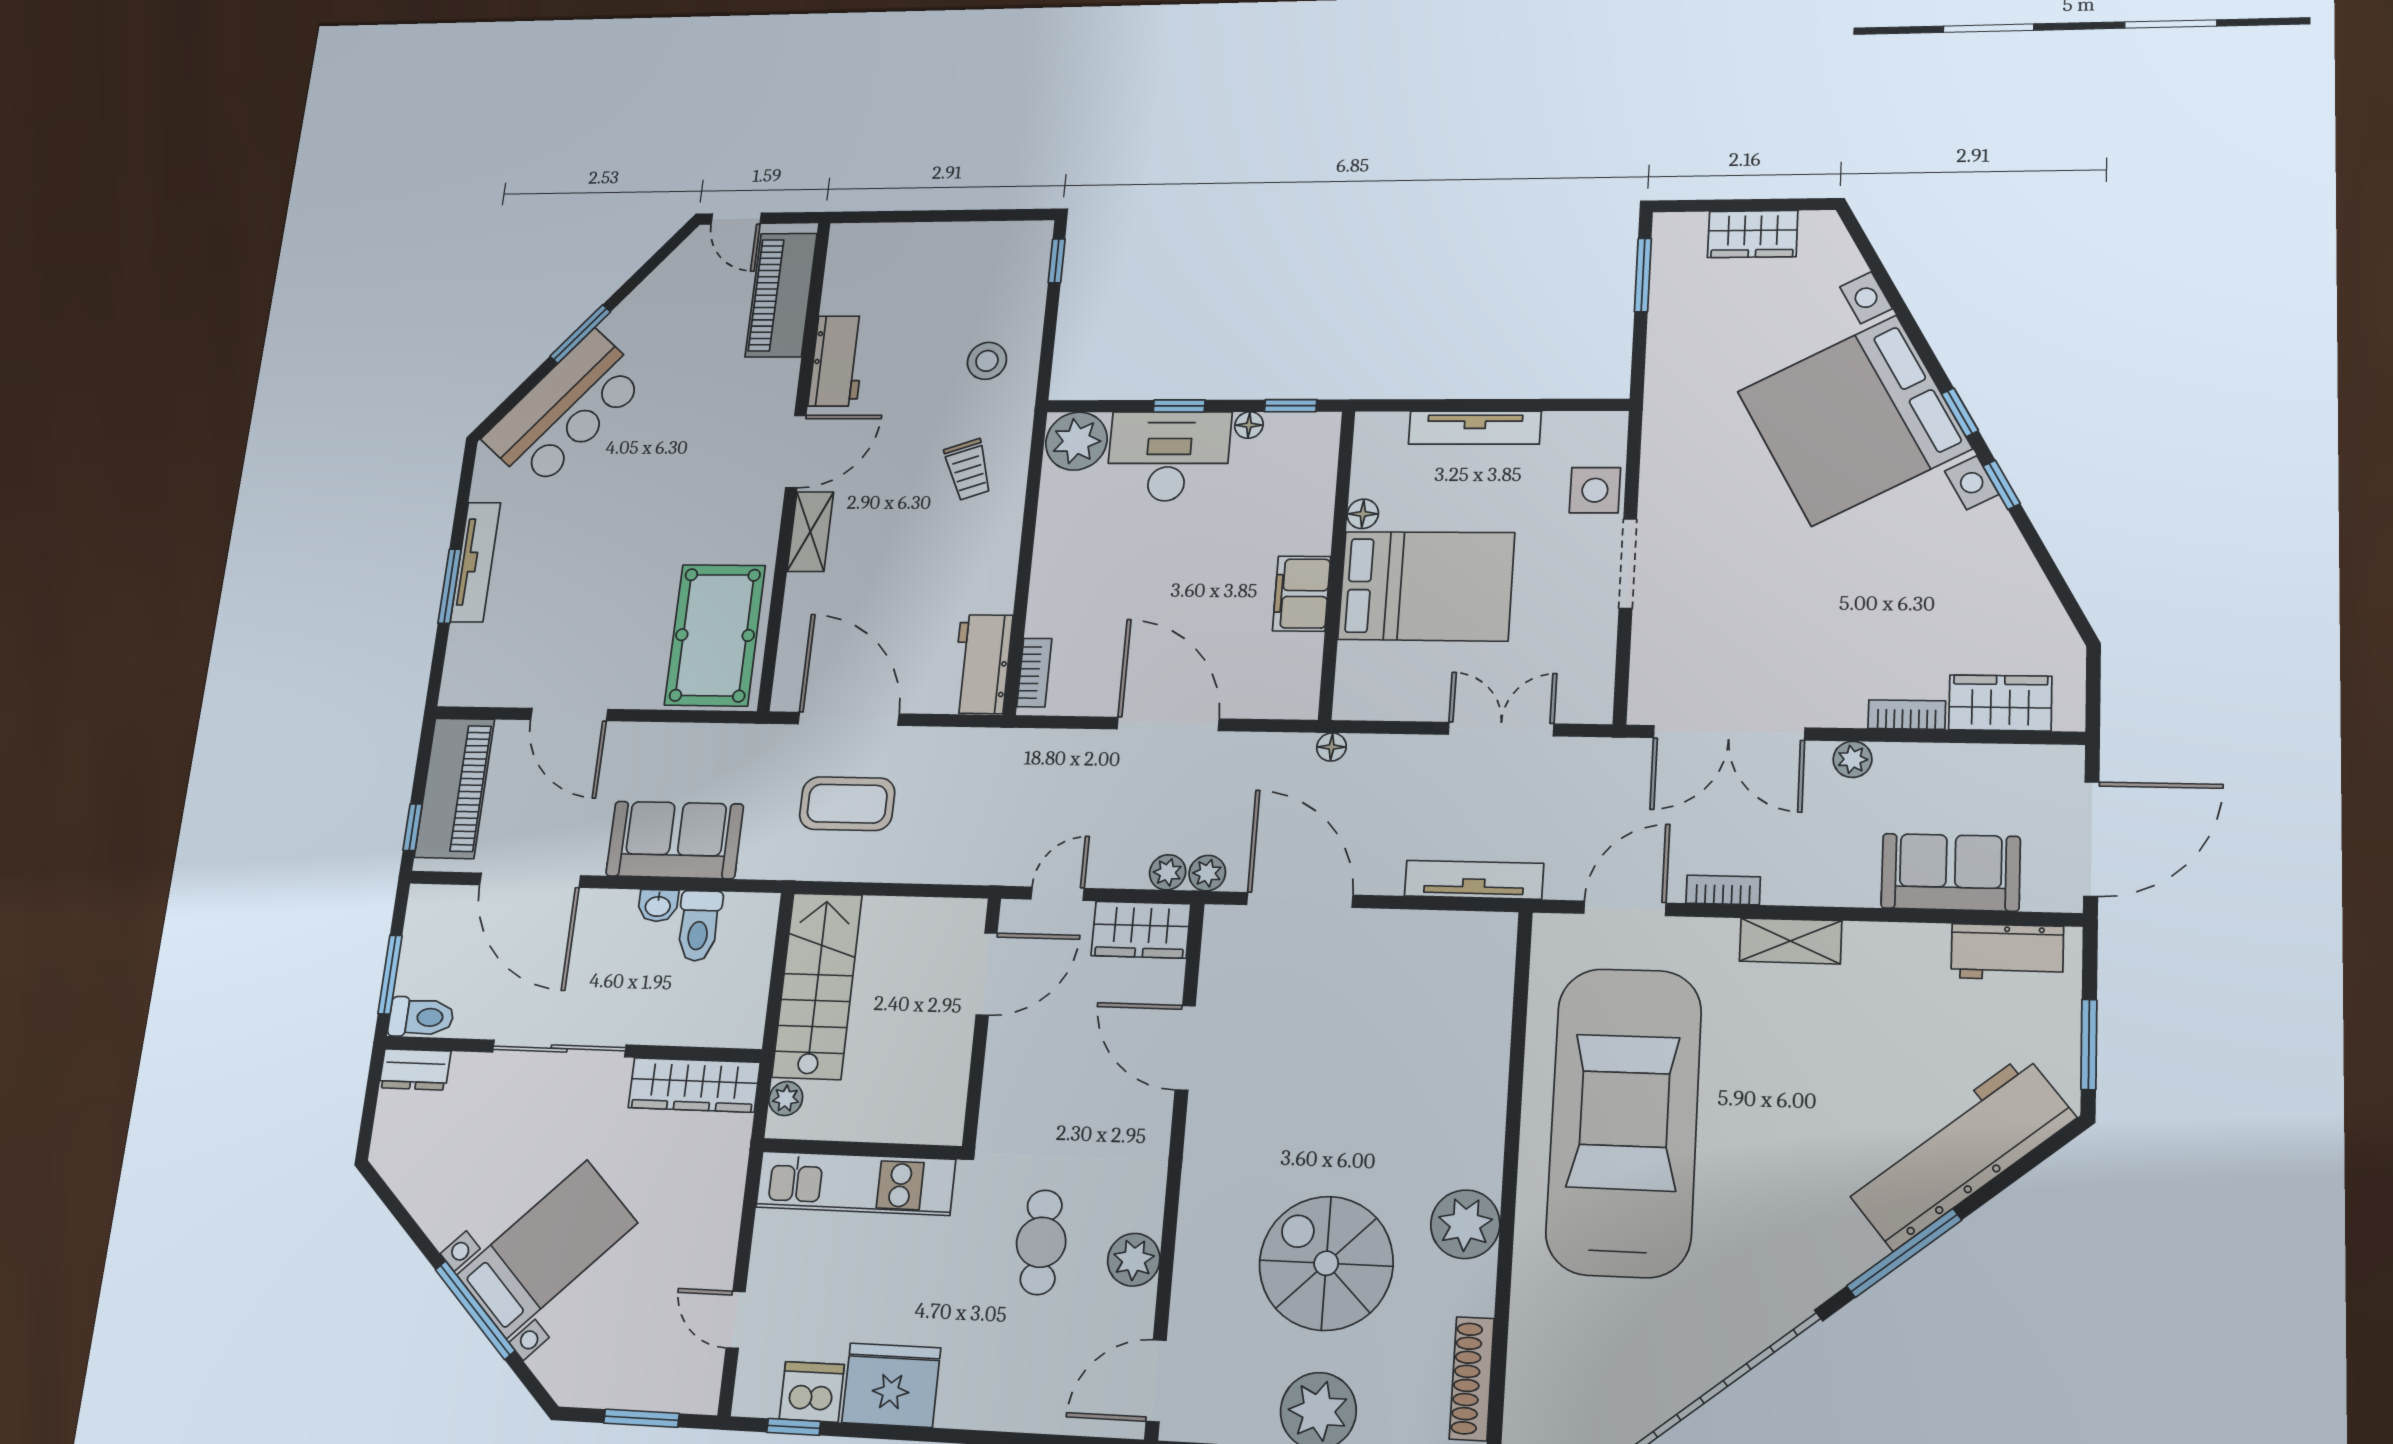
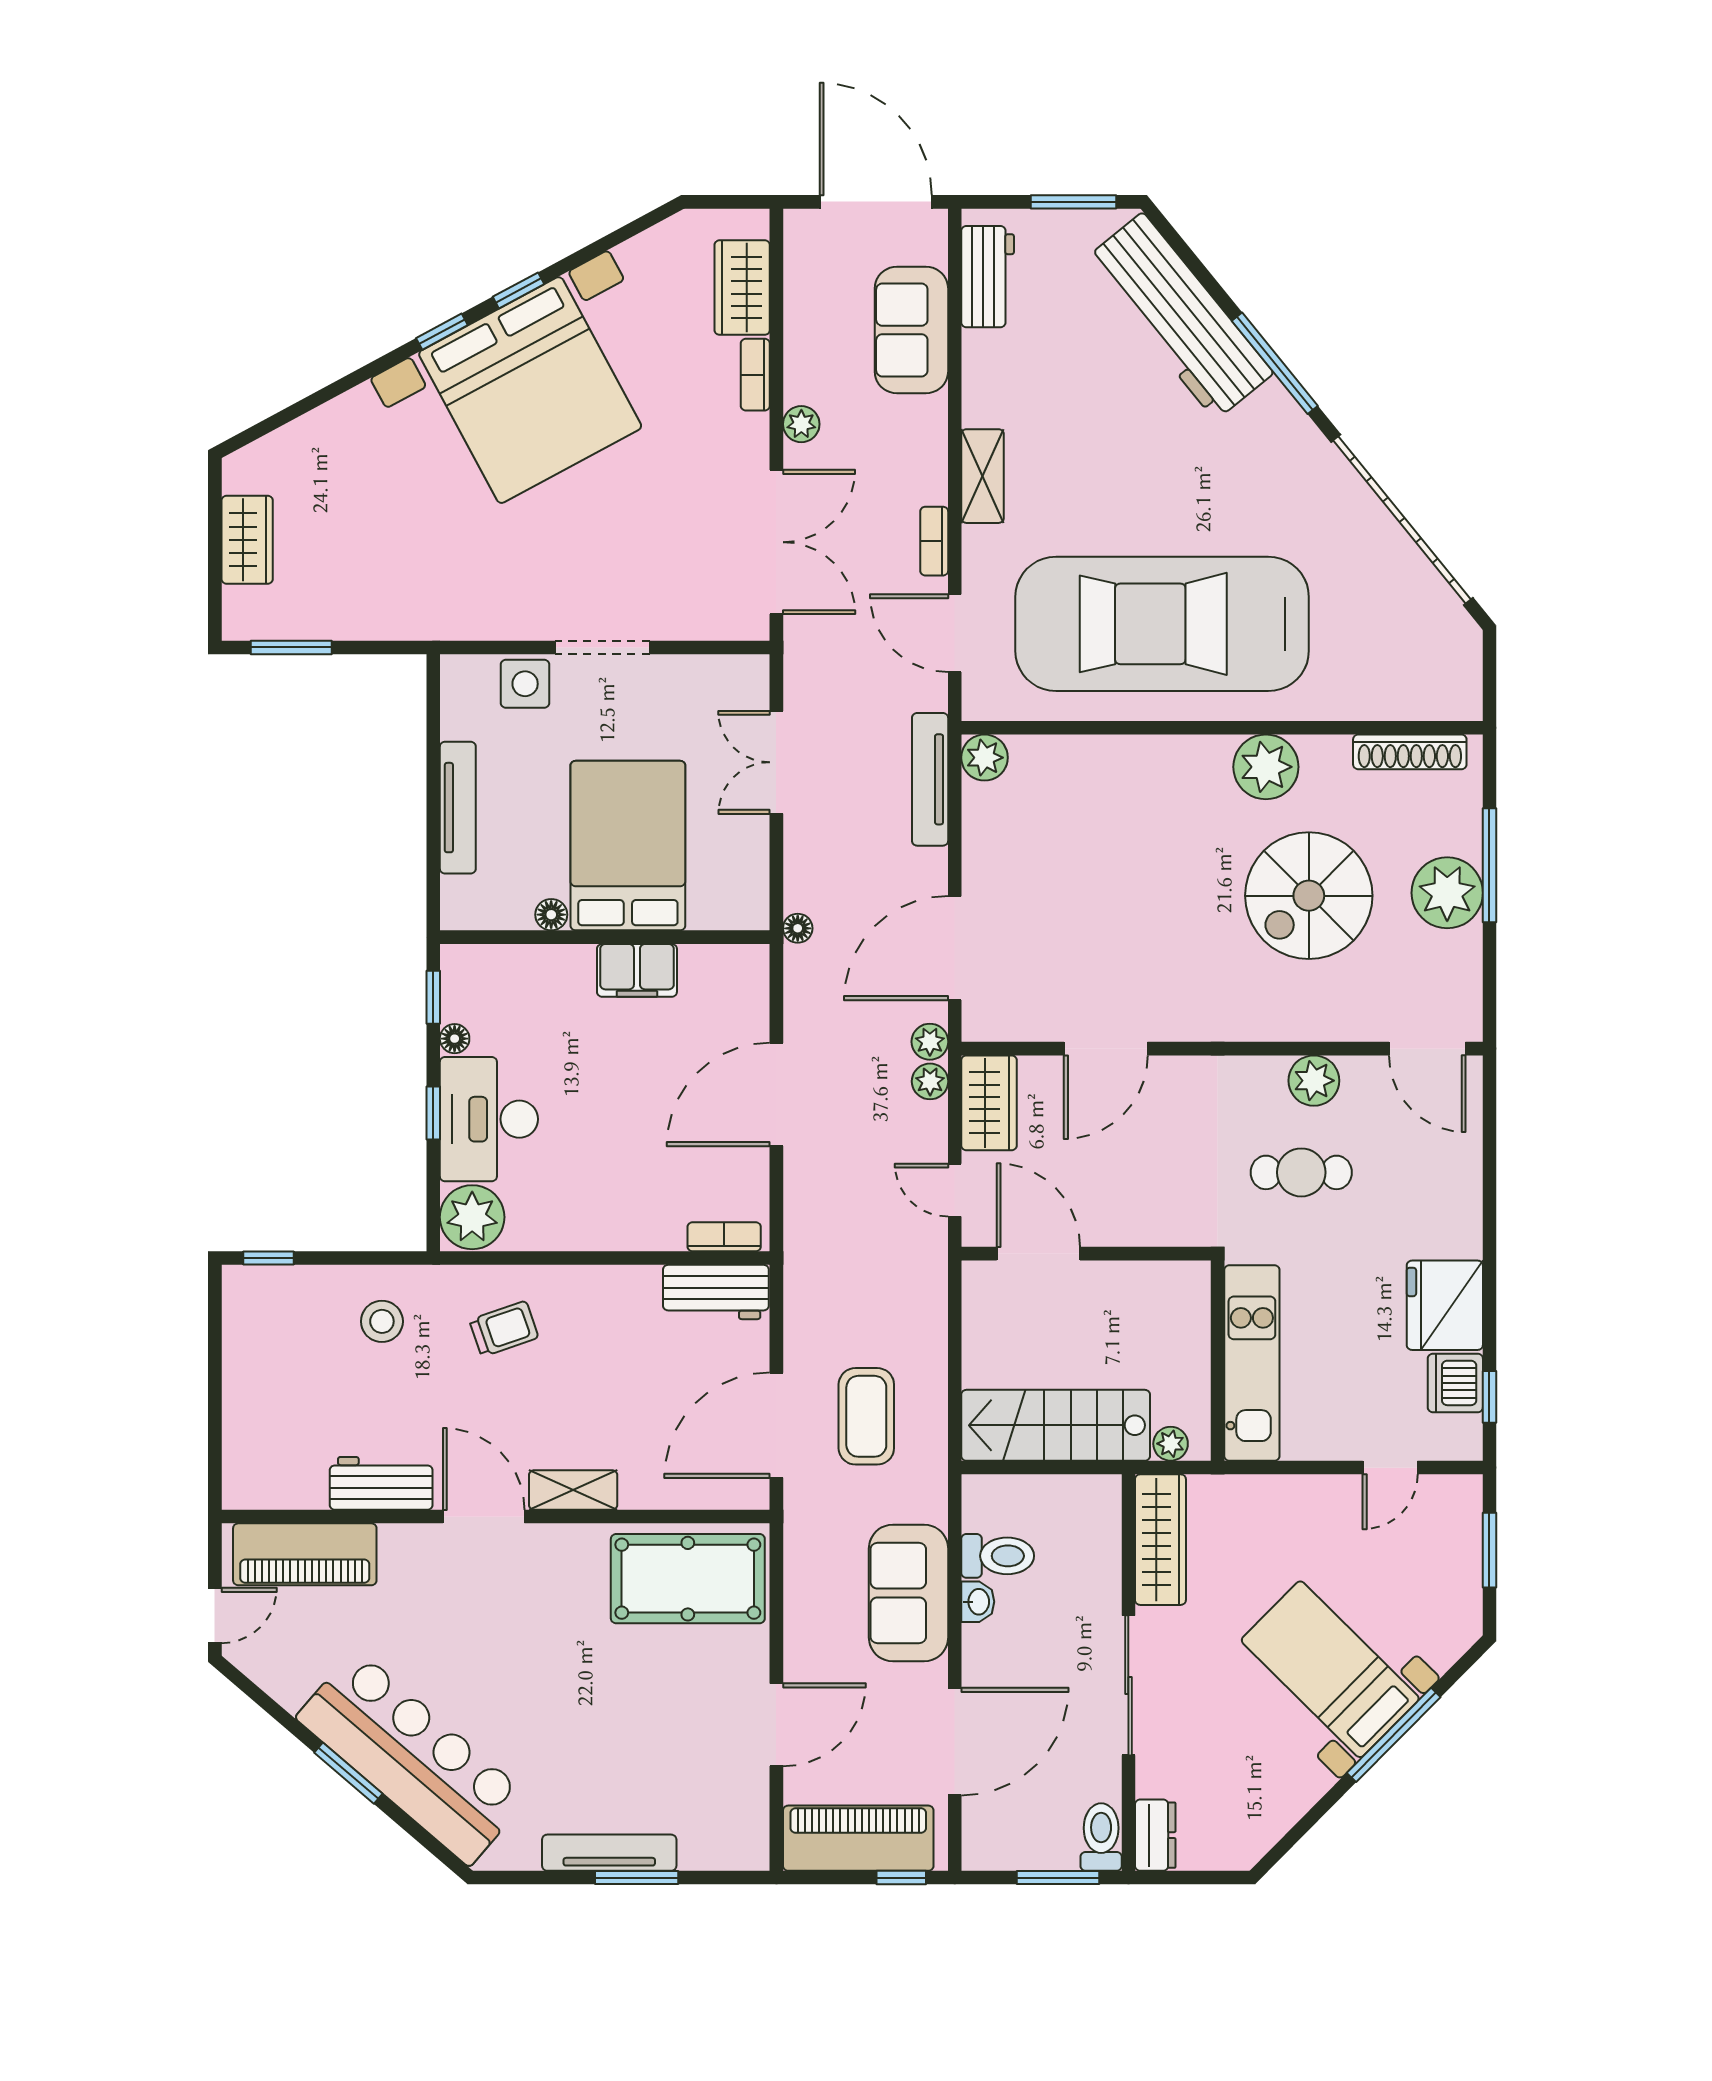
bar counter: (566, 410) -> (412, 1757), width x1.36
bed with nightstands: (1854, 420) -> (530, 390), moved
plant: (1493, 935) -> (985, 758), added

